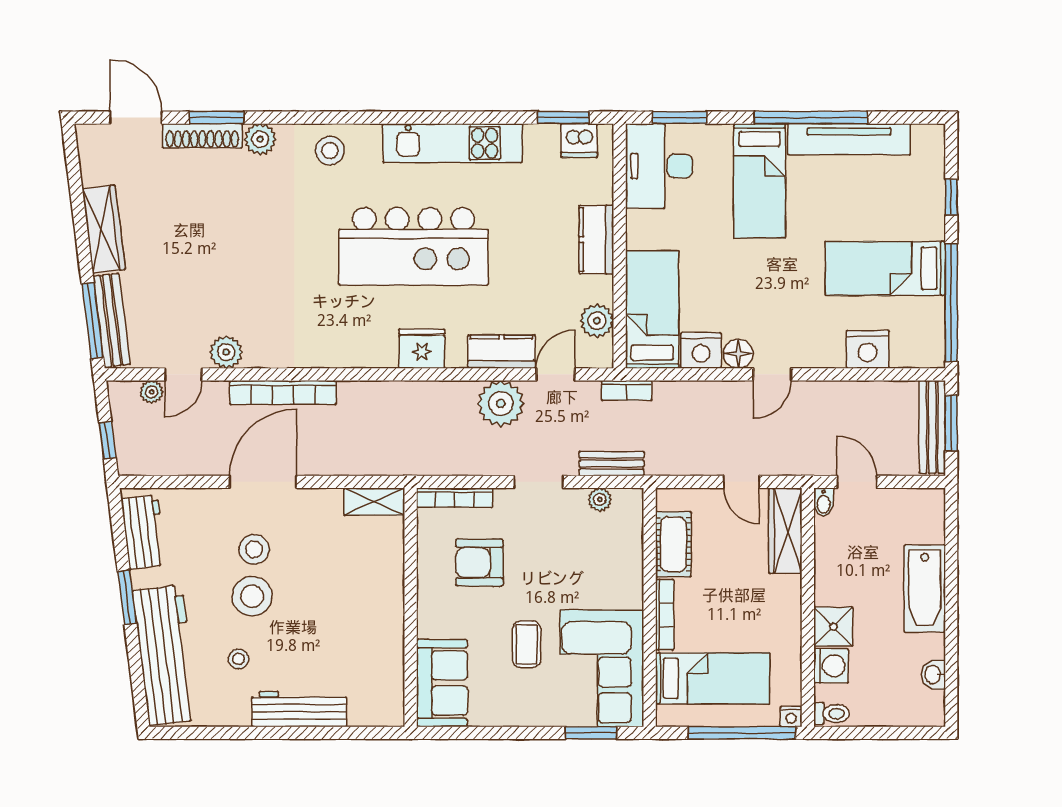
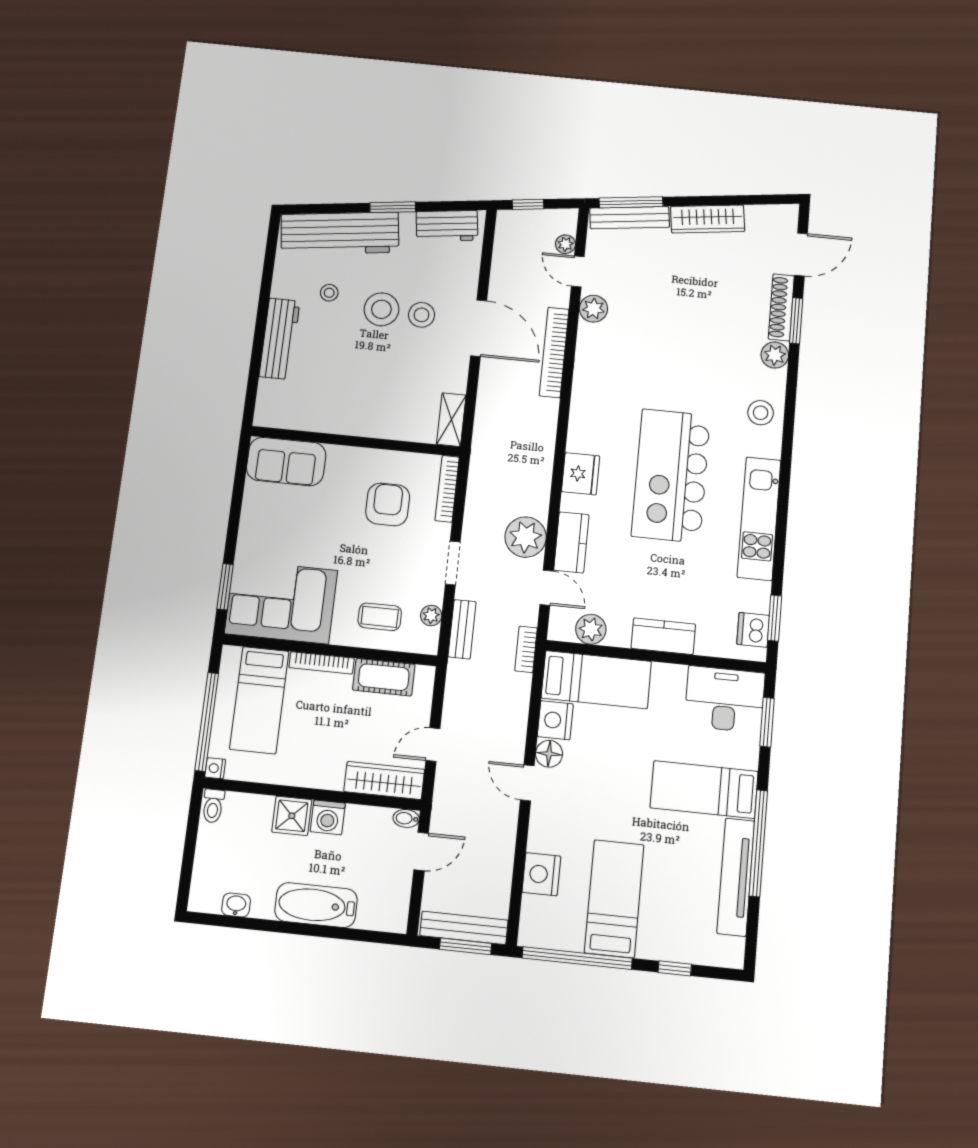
coffee table: (527, 644) -> (380, 617), moved
washing machine: (831, 666) -> (328, 817), moved

